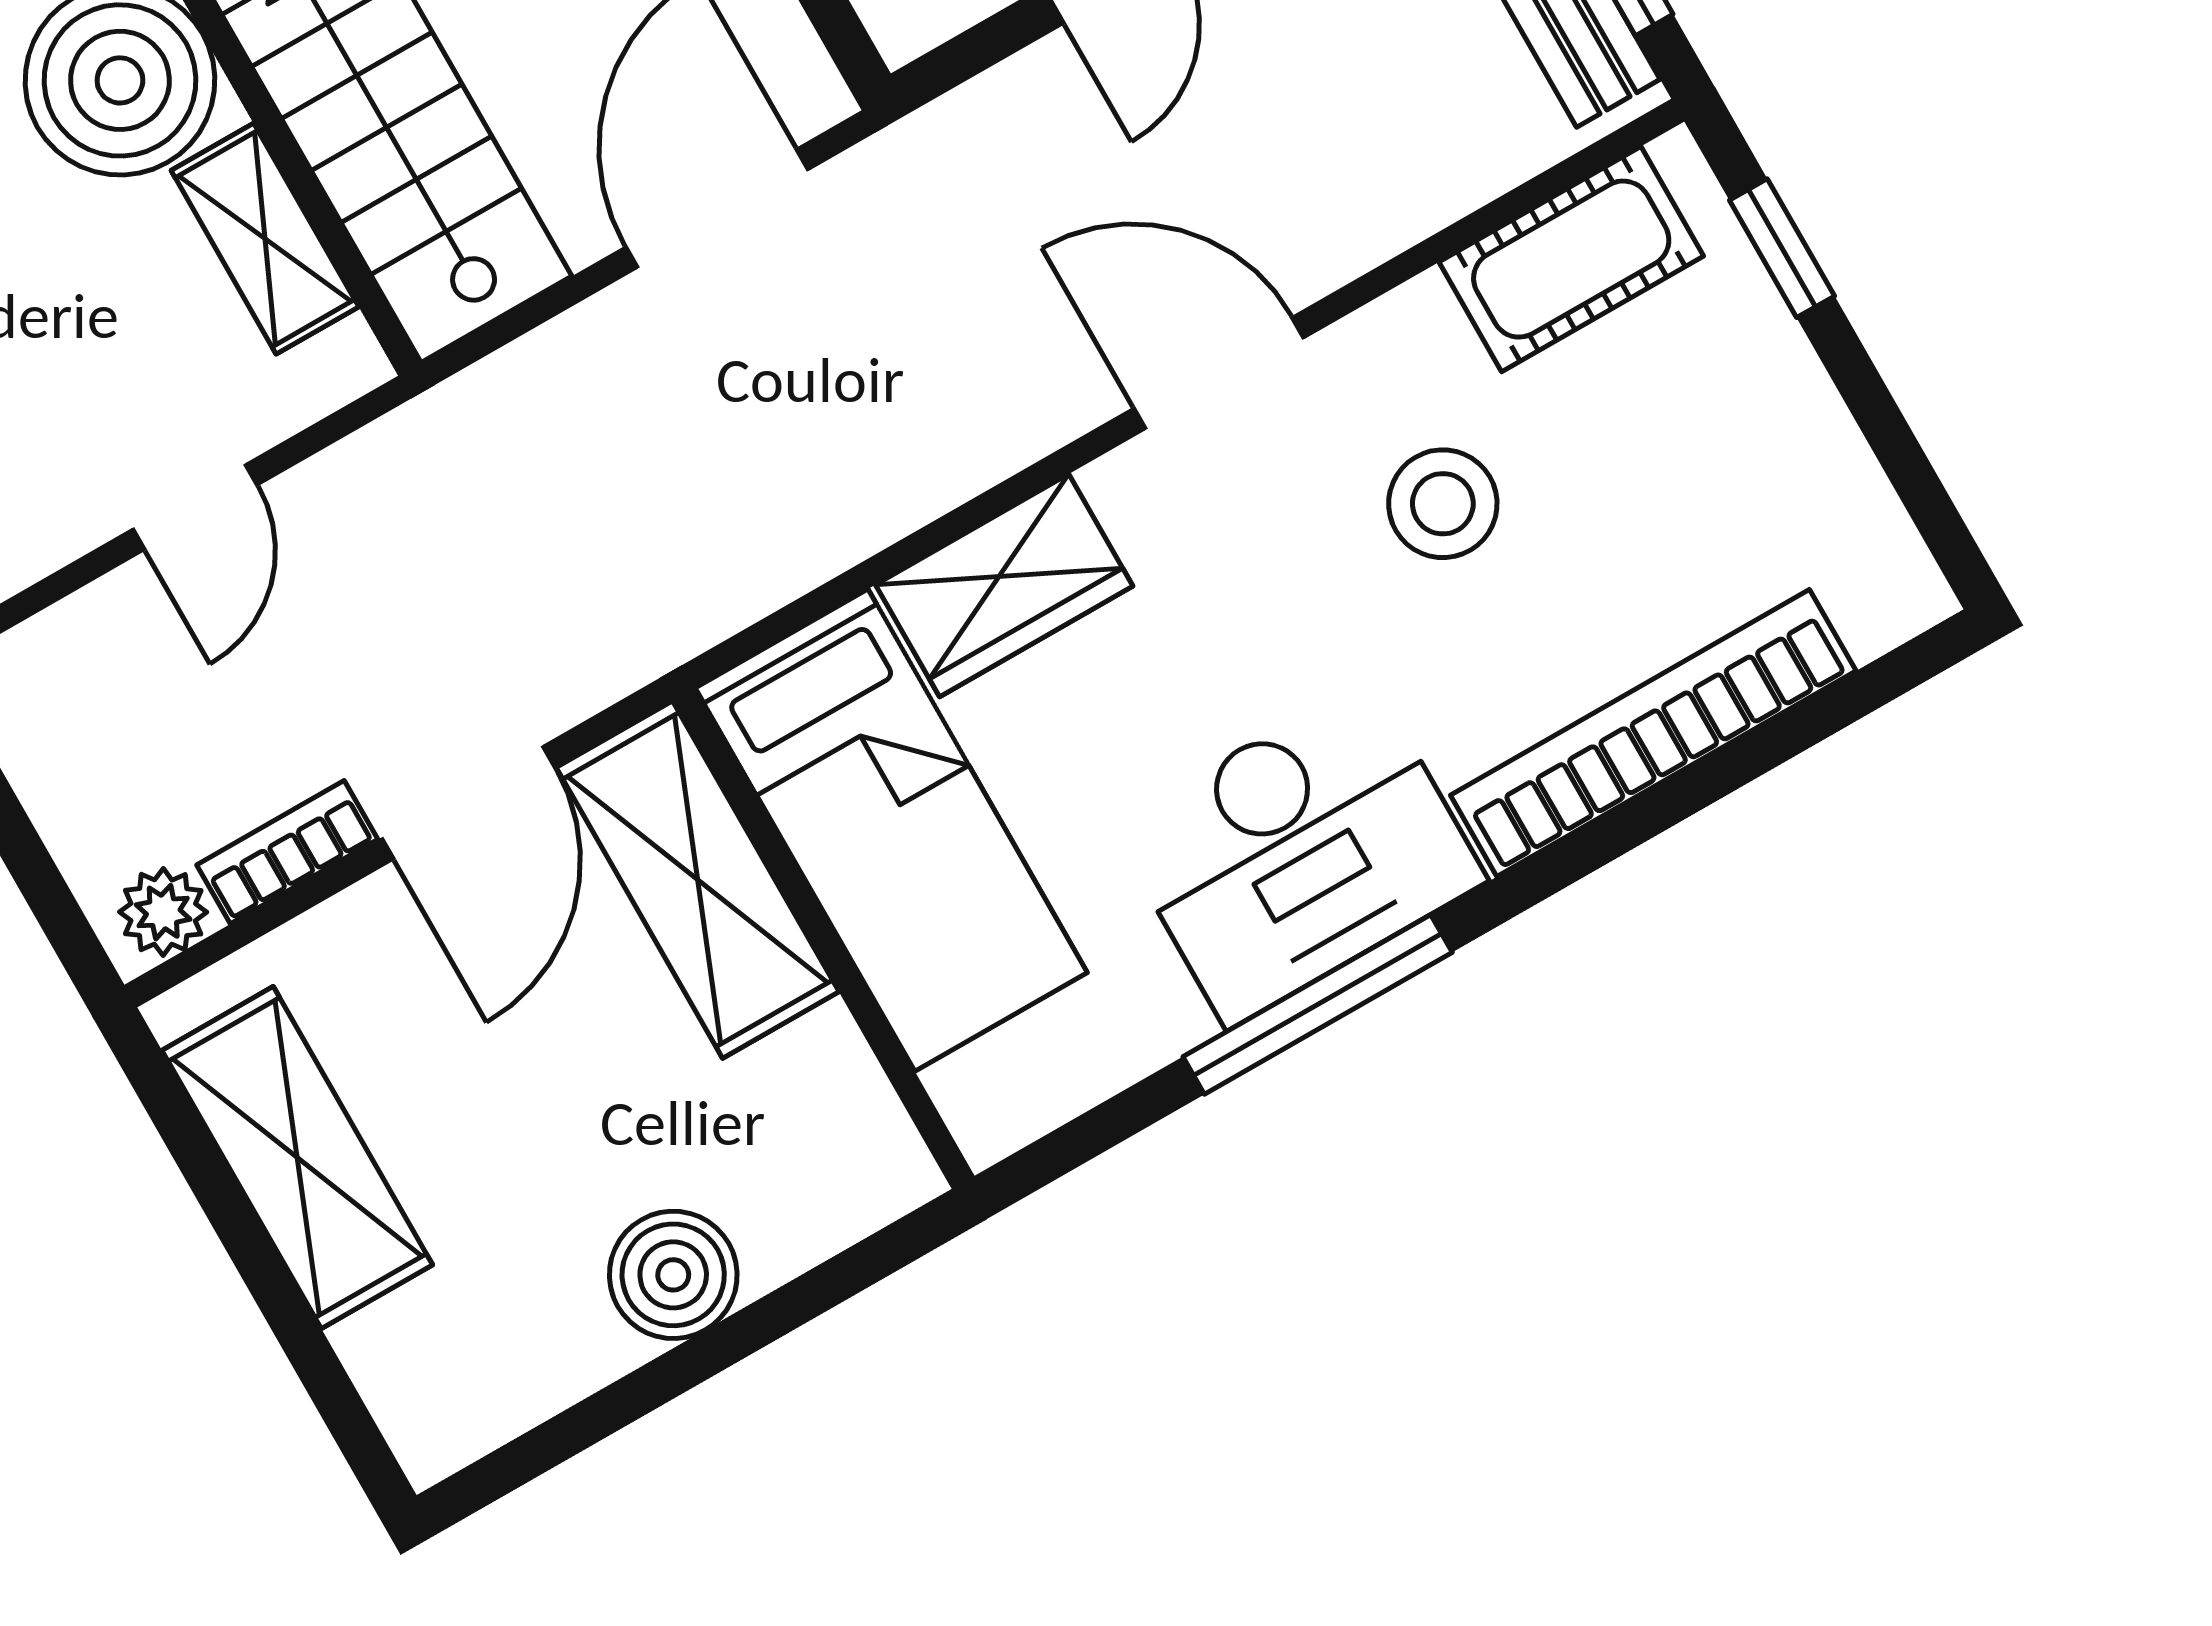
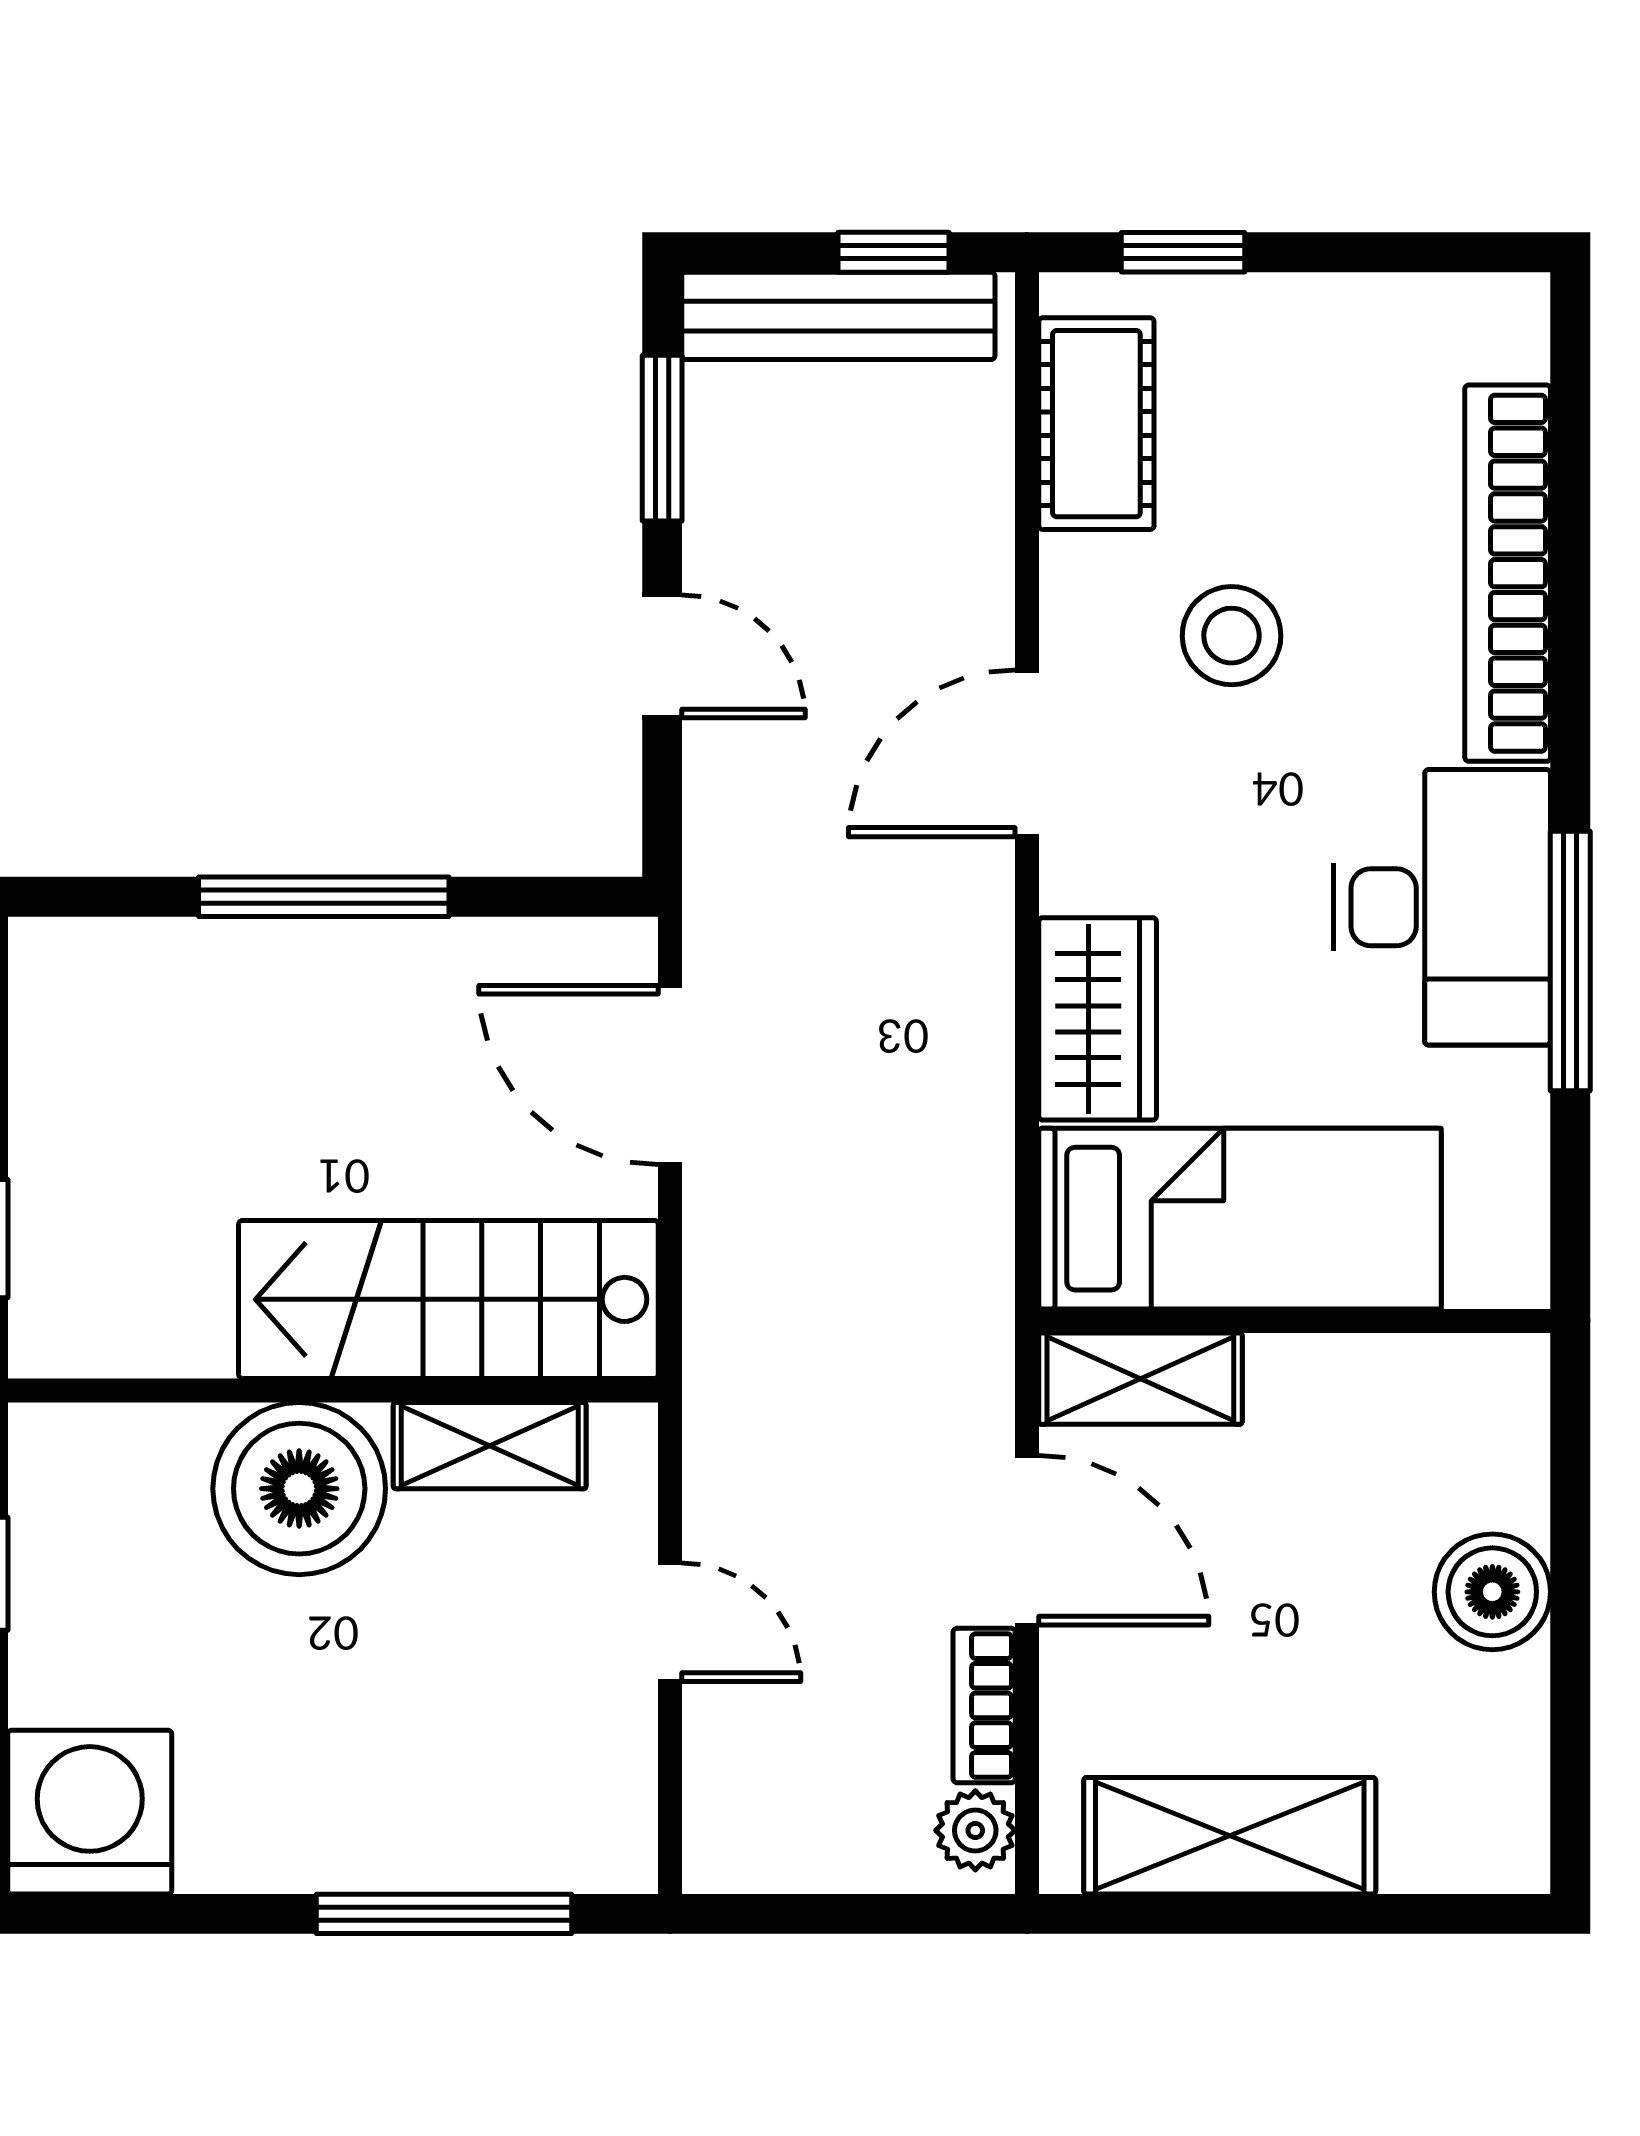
shelving: (698, 880) -> (1140, 1379), width x0.67, depth x0.75

